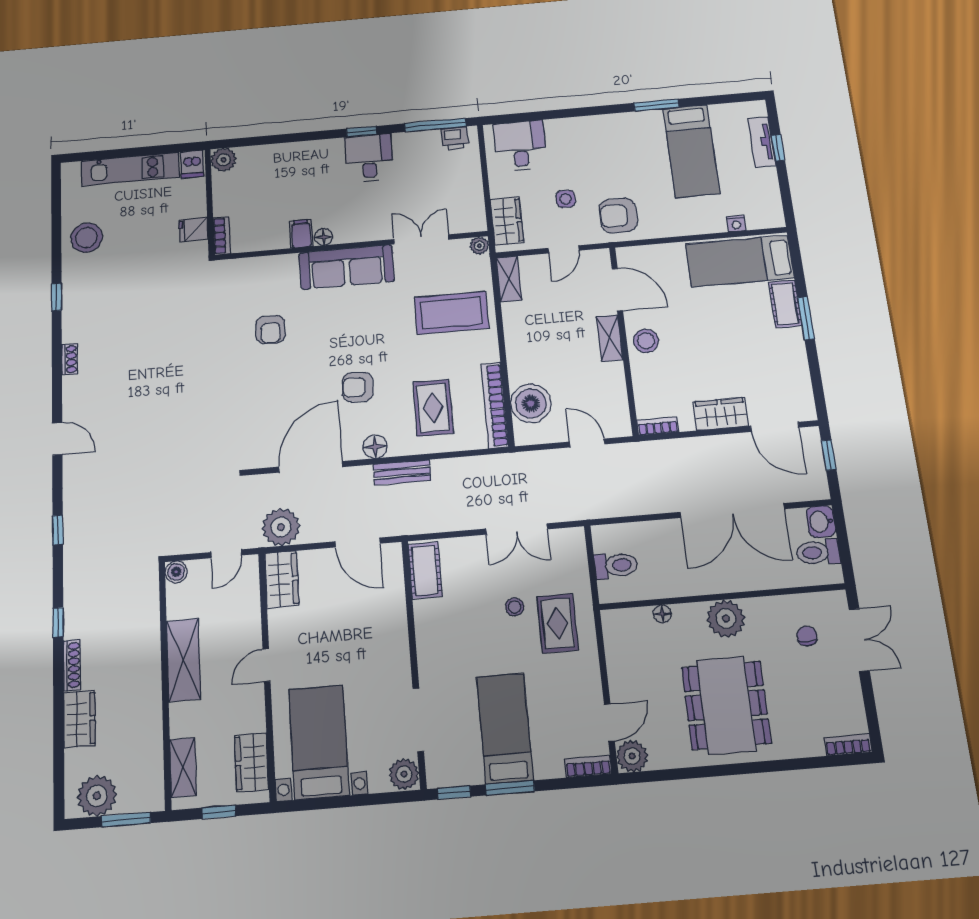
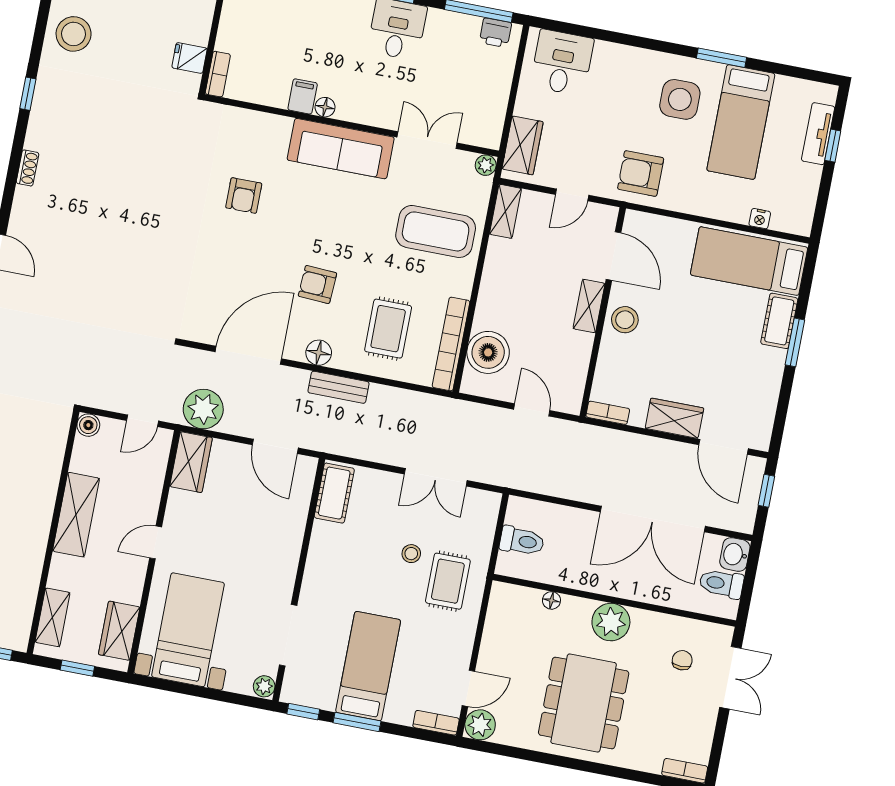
side table: (566, 199) -> (680, 99), moved, width x1.87, depth x1.87
plant: (404, 774) -> (264, 686), width x0.73, depth x0.73

